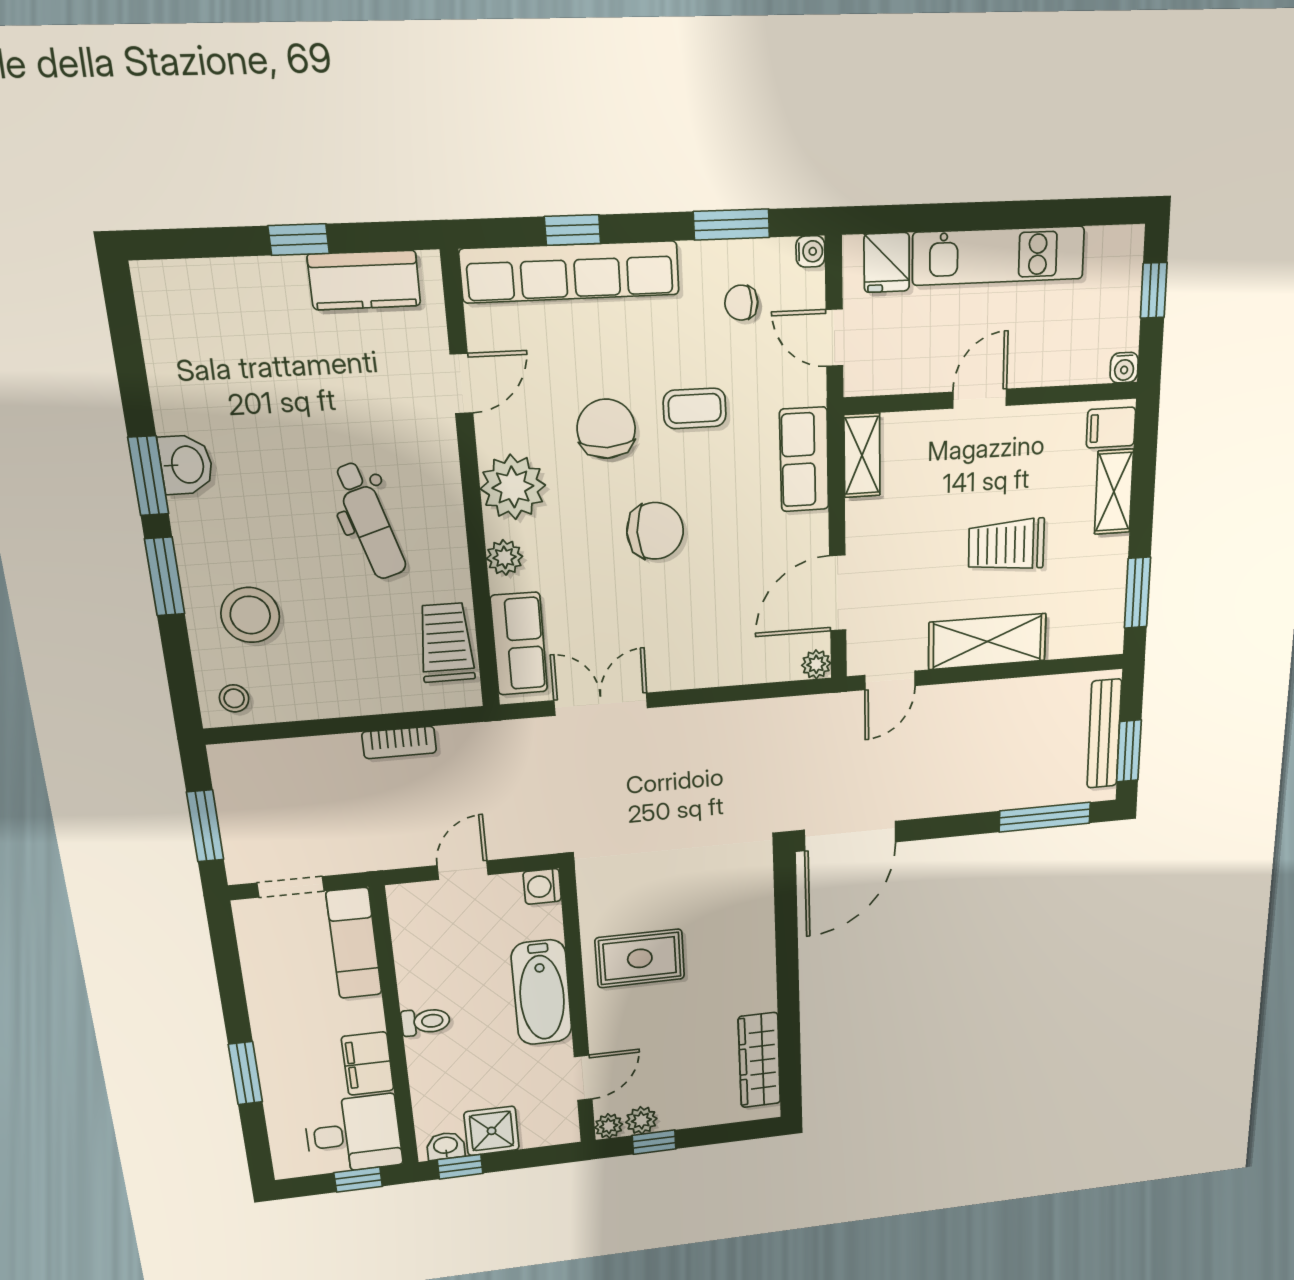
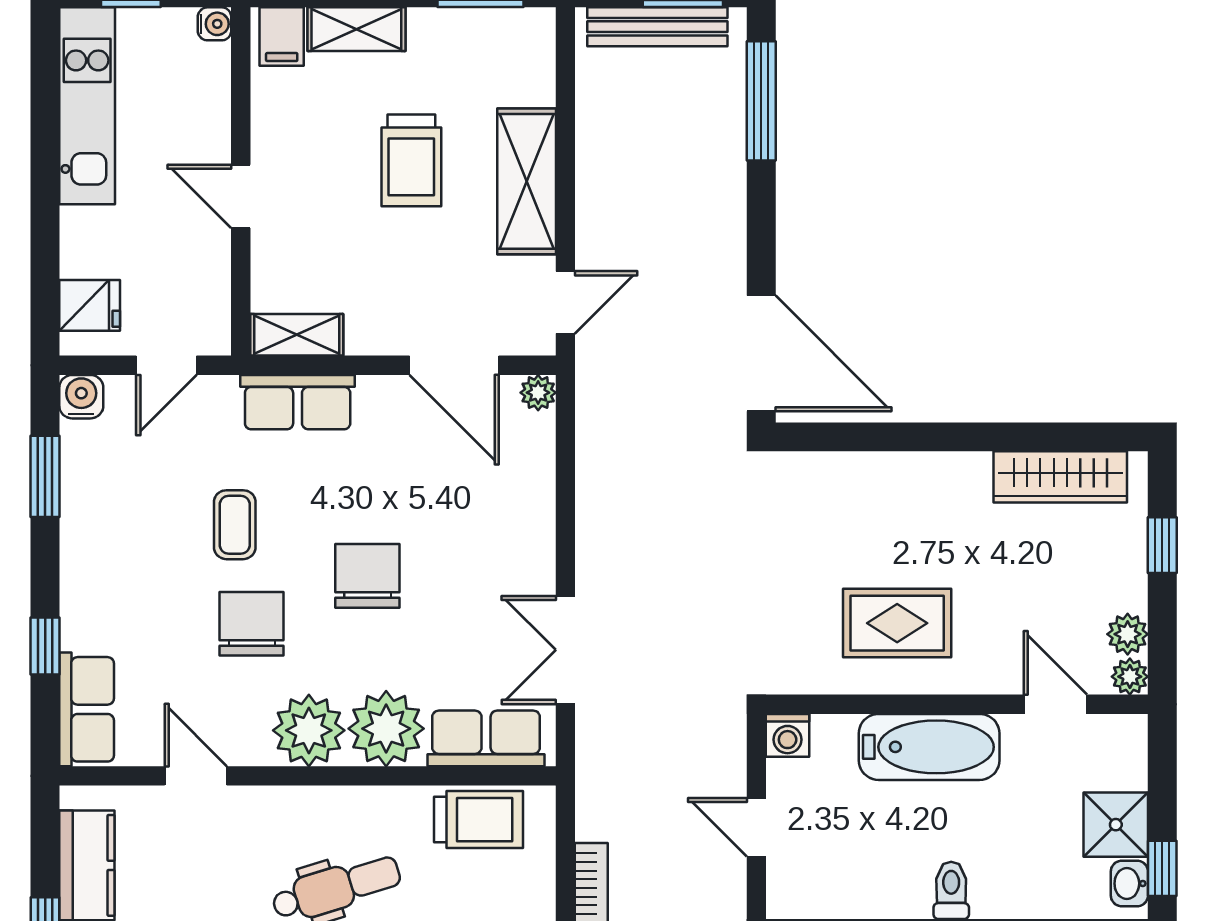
water cooler: (810, 251) -> (81, 397), width x1.38, depth x1.38
kitchen unit: (999, 256) -> (87, 106), moved
row of seats: (570, 272) -> (87, 709), width x0.50
chair: (741, 303) -> (125, 468), removed
chair: (606, 429) -> (252, 624), turned 90
plant: (505, 557) -> (386, 729), width x1.88, depth x1.88
trolley: (446, 643) -> (478, 820), turned 180
door: (890, 680) -> (565, 302), hinge flipped
rug: (640, 958) -> (897, 623), turned 90
window: (654, 1142) -> (1162, 545), moved

